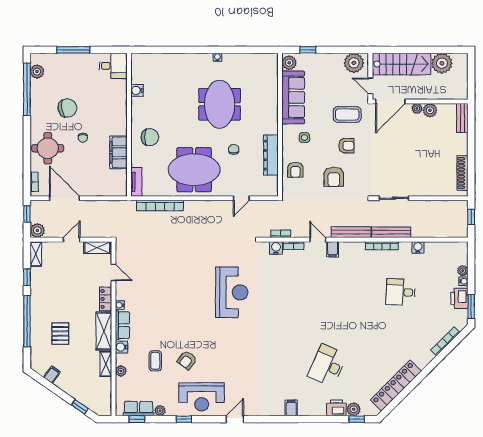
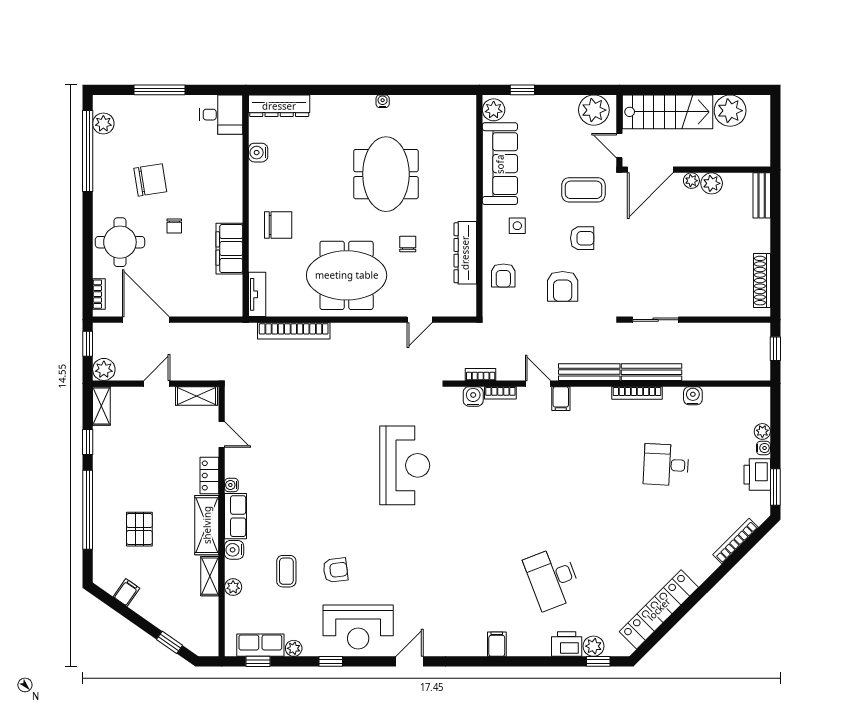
dresser: (151, 60) -> (279, 106), added
armchair: (187, 360) -> (335, 570), turned -134
desk: (327, 365) -> (553, 578), turned -45

